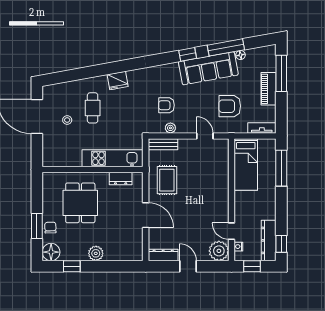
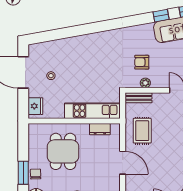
fridge: (118, 81) -> (35, 106), moved, turned -80
cafe table: (93, 108) -> (74, 65), removed

